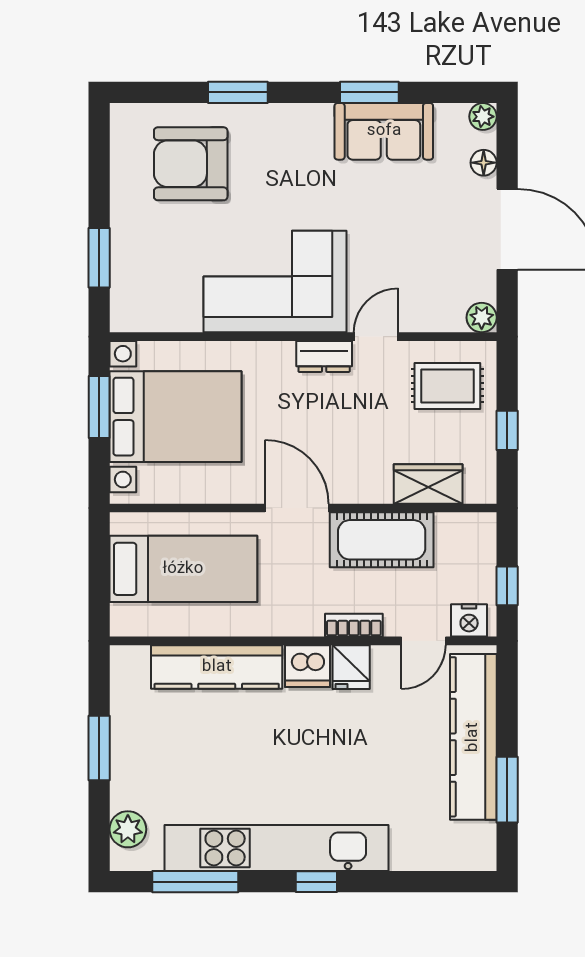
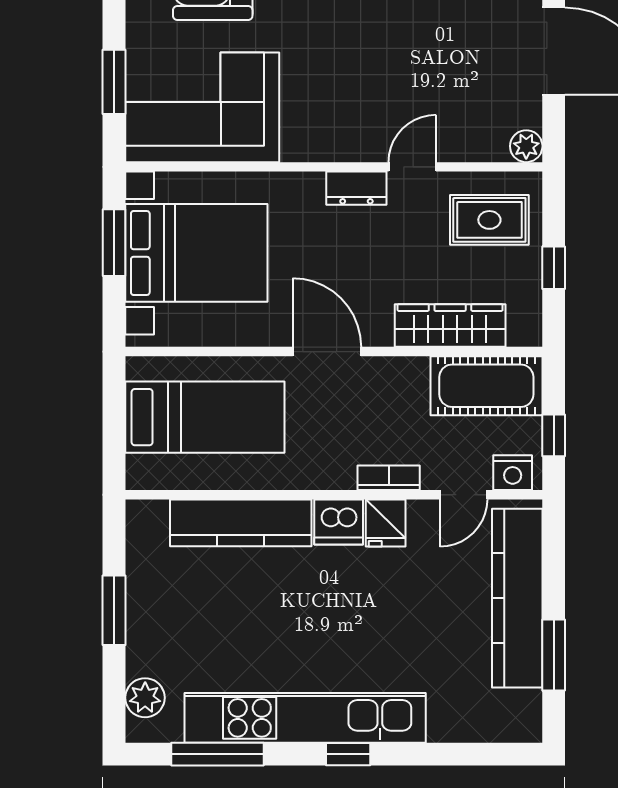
corner sofa: (275, 281) -> (202, 107), moved
wardrobe: (428, 484) -> (450, 326), width x1.50
cot: (382, 540) -> (486, 386), moved

